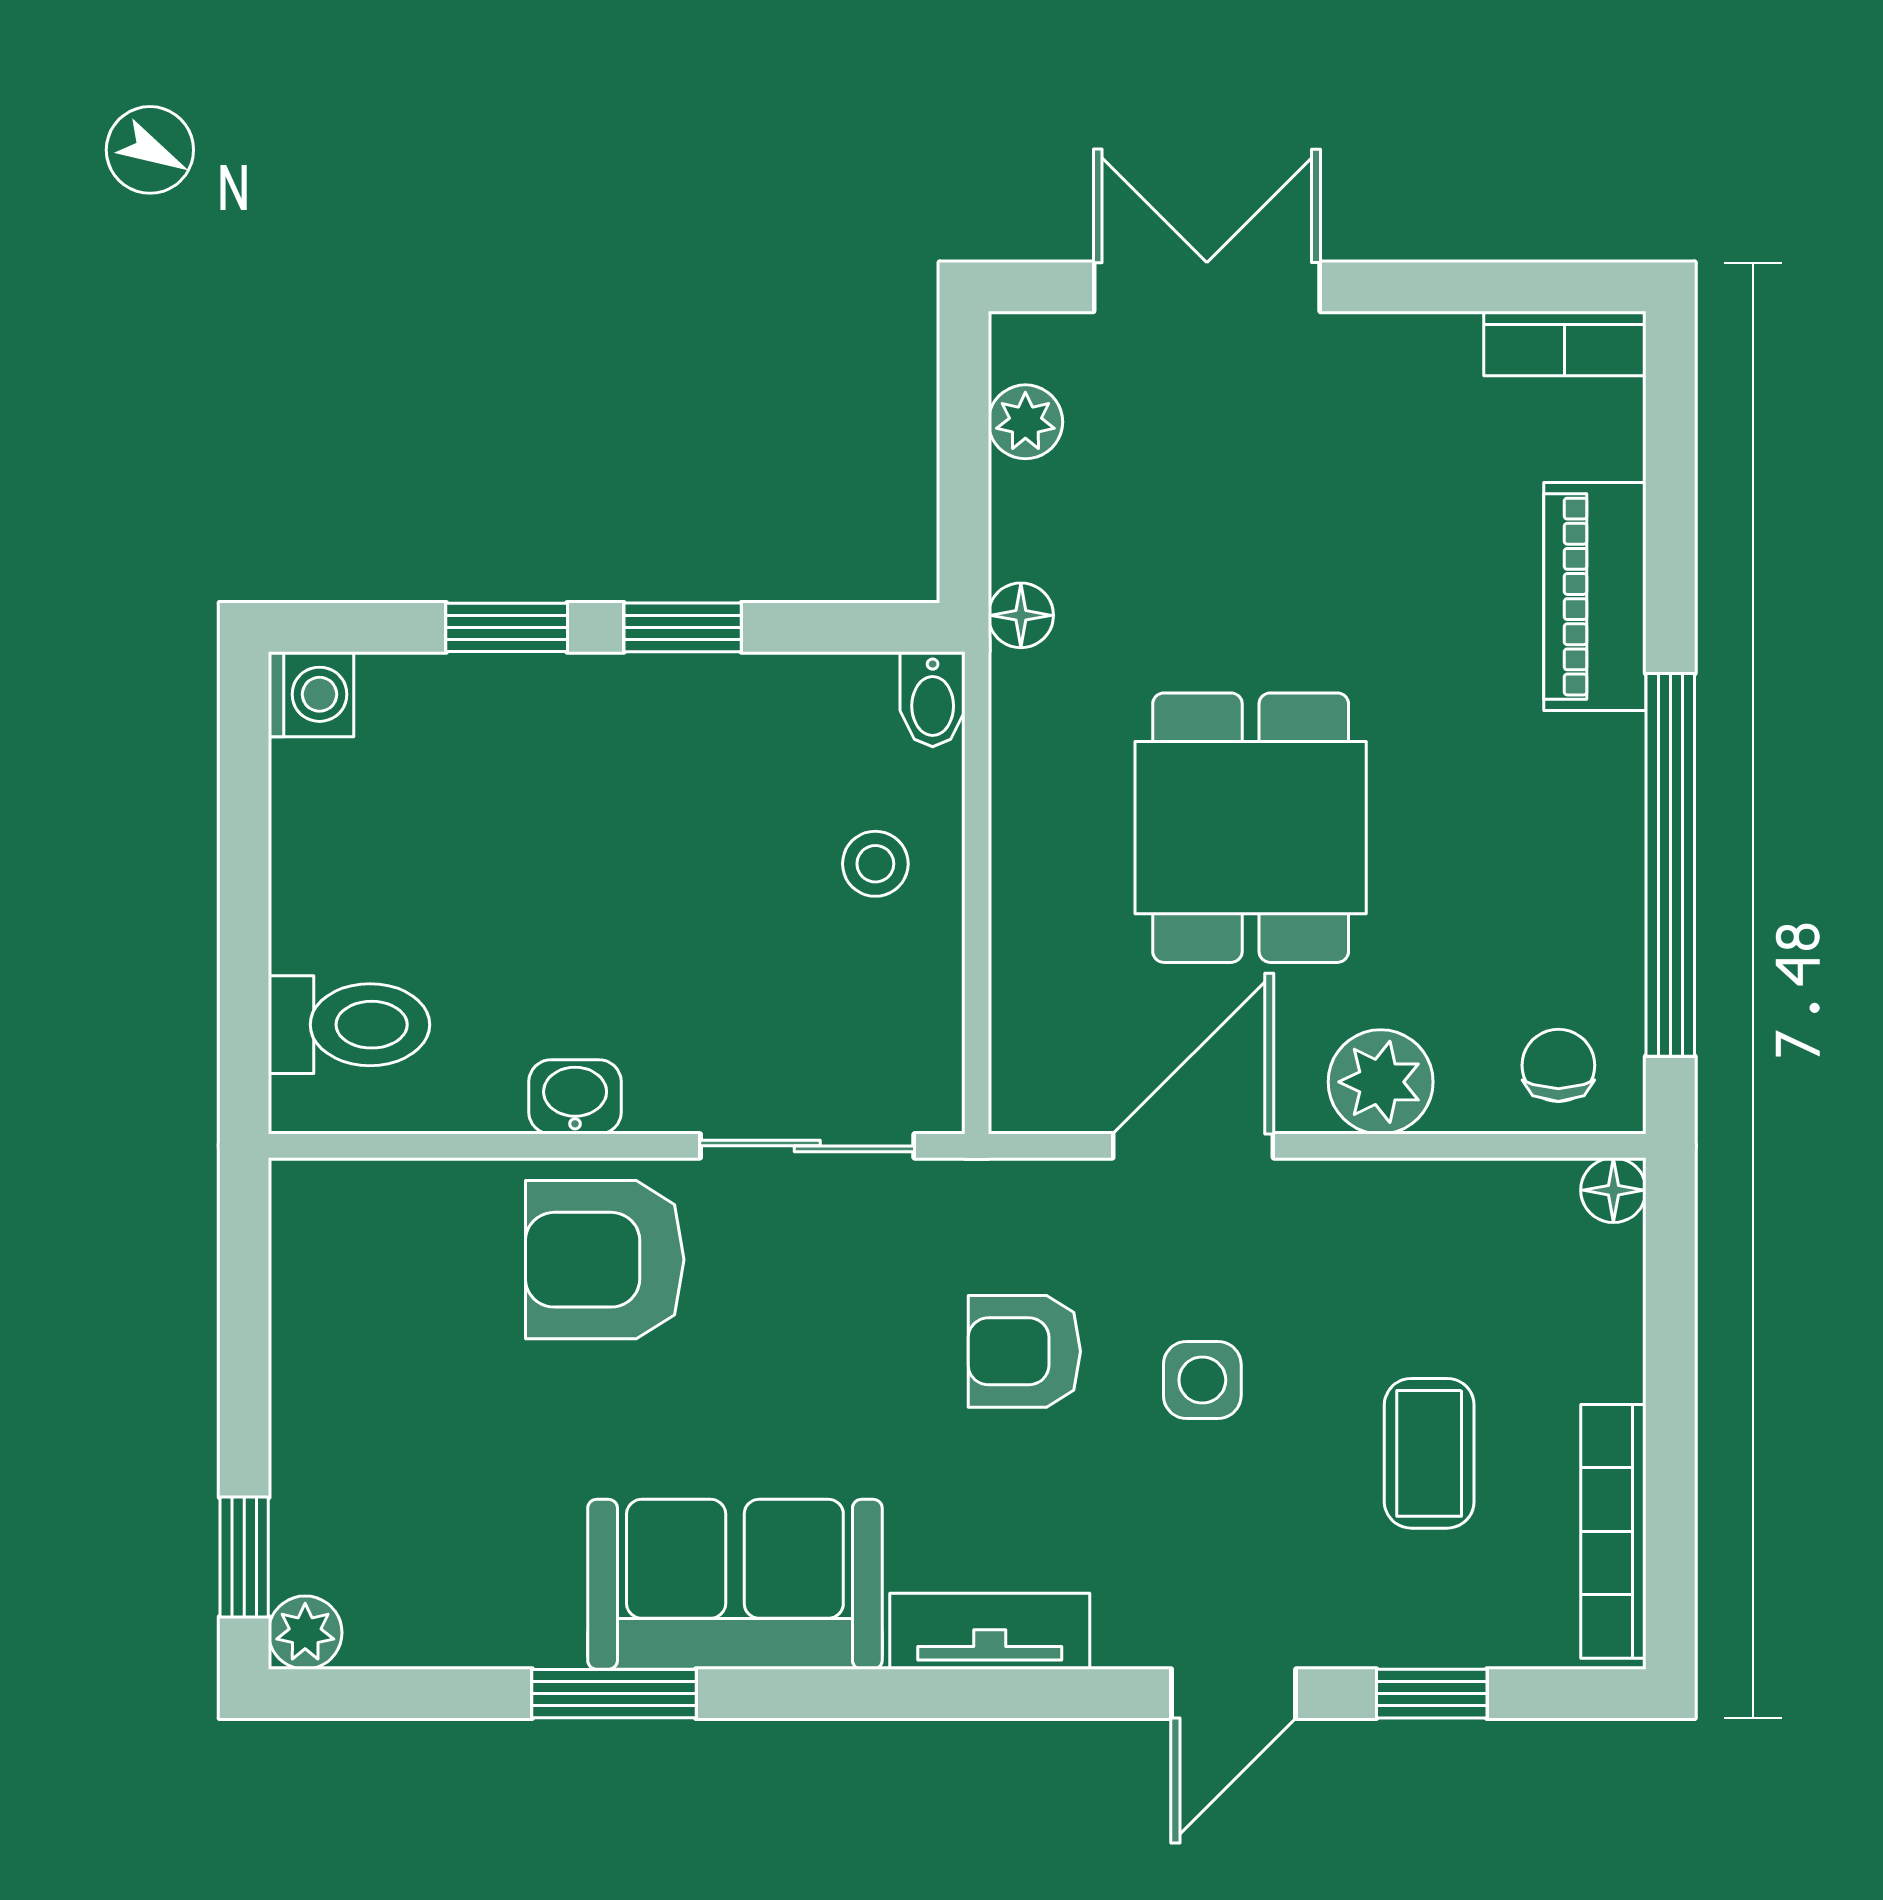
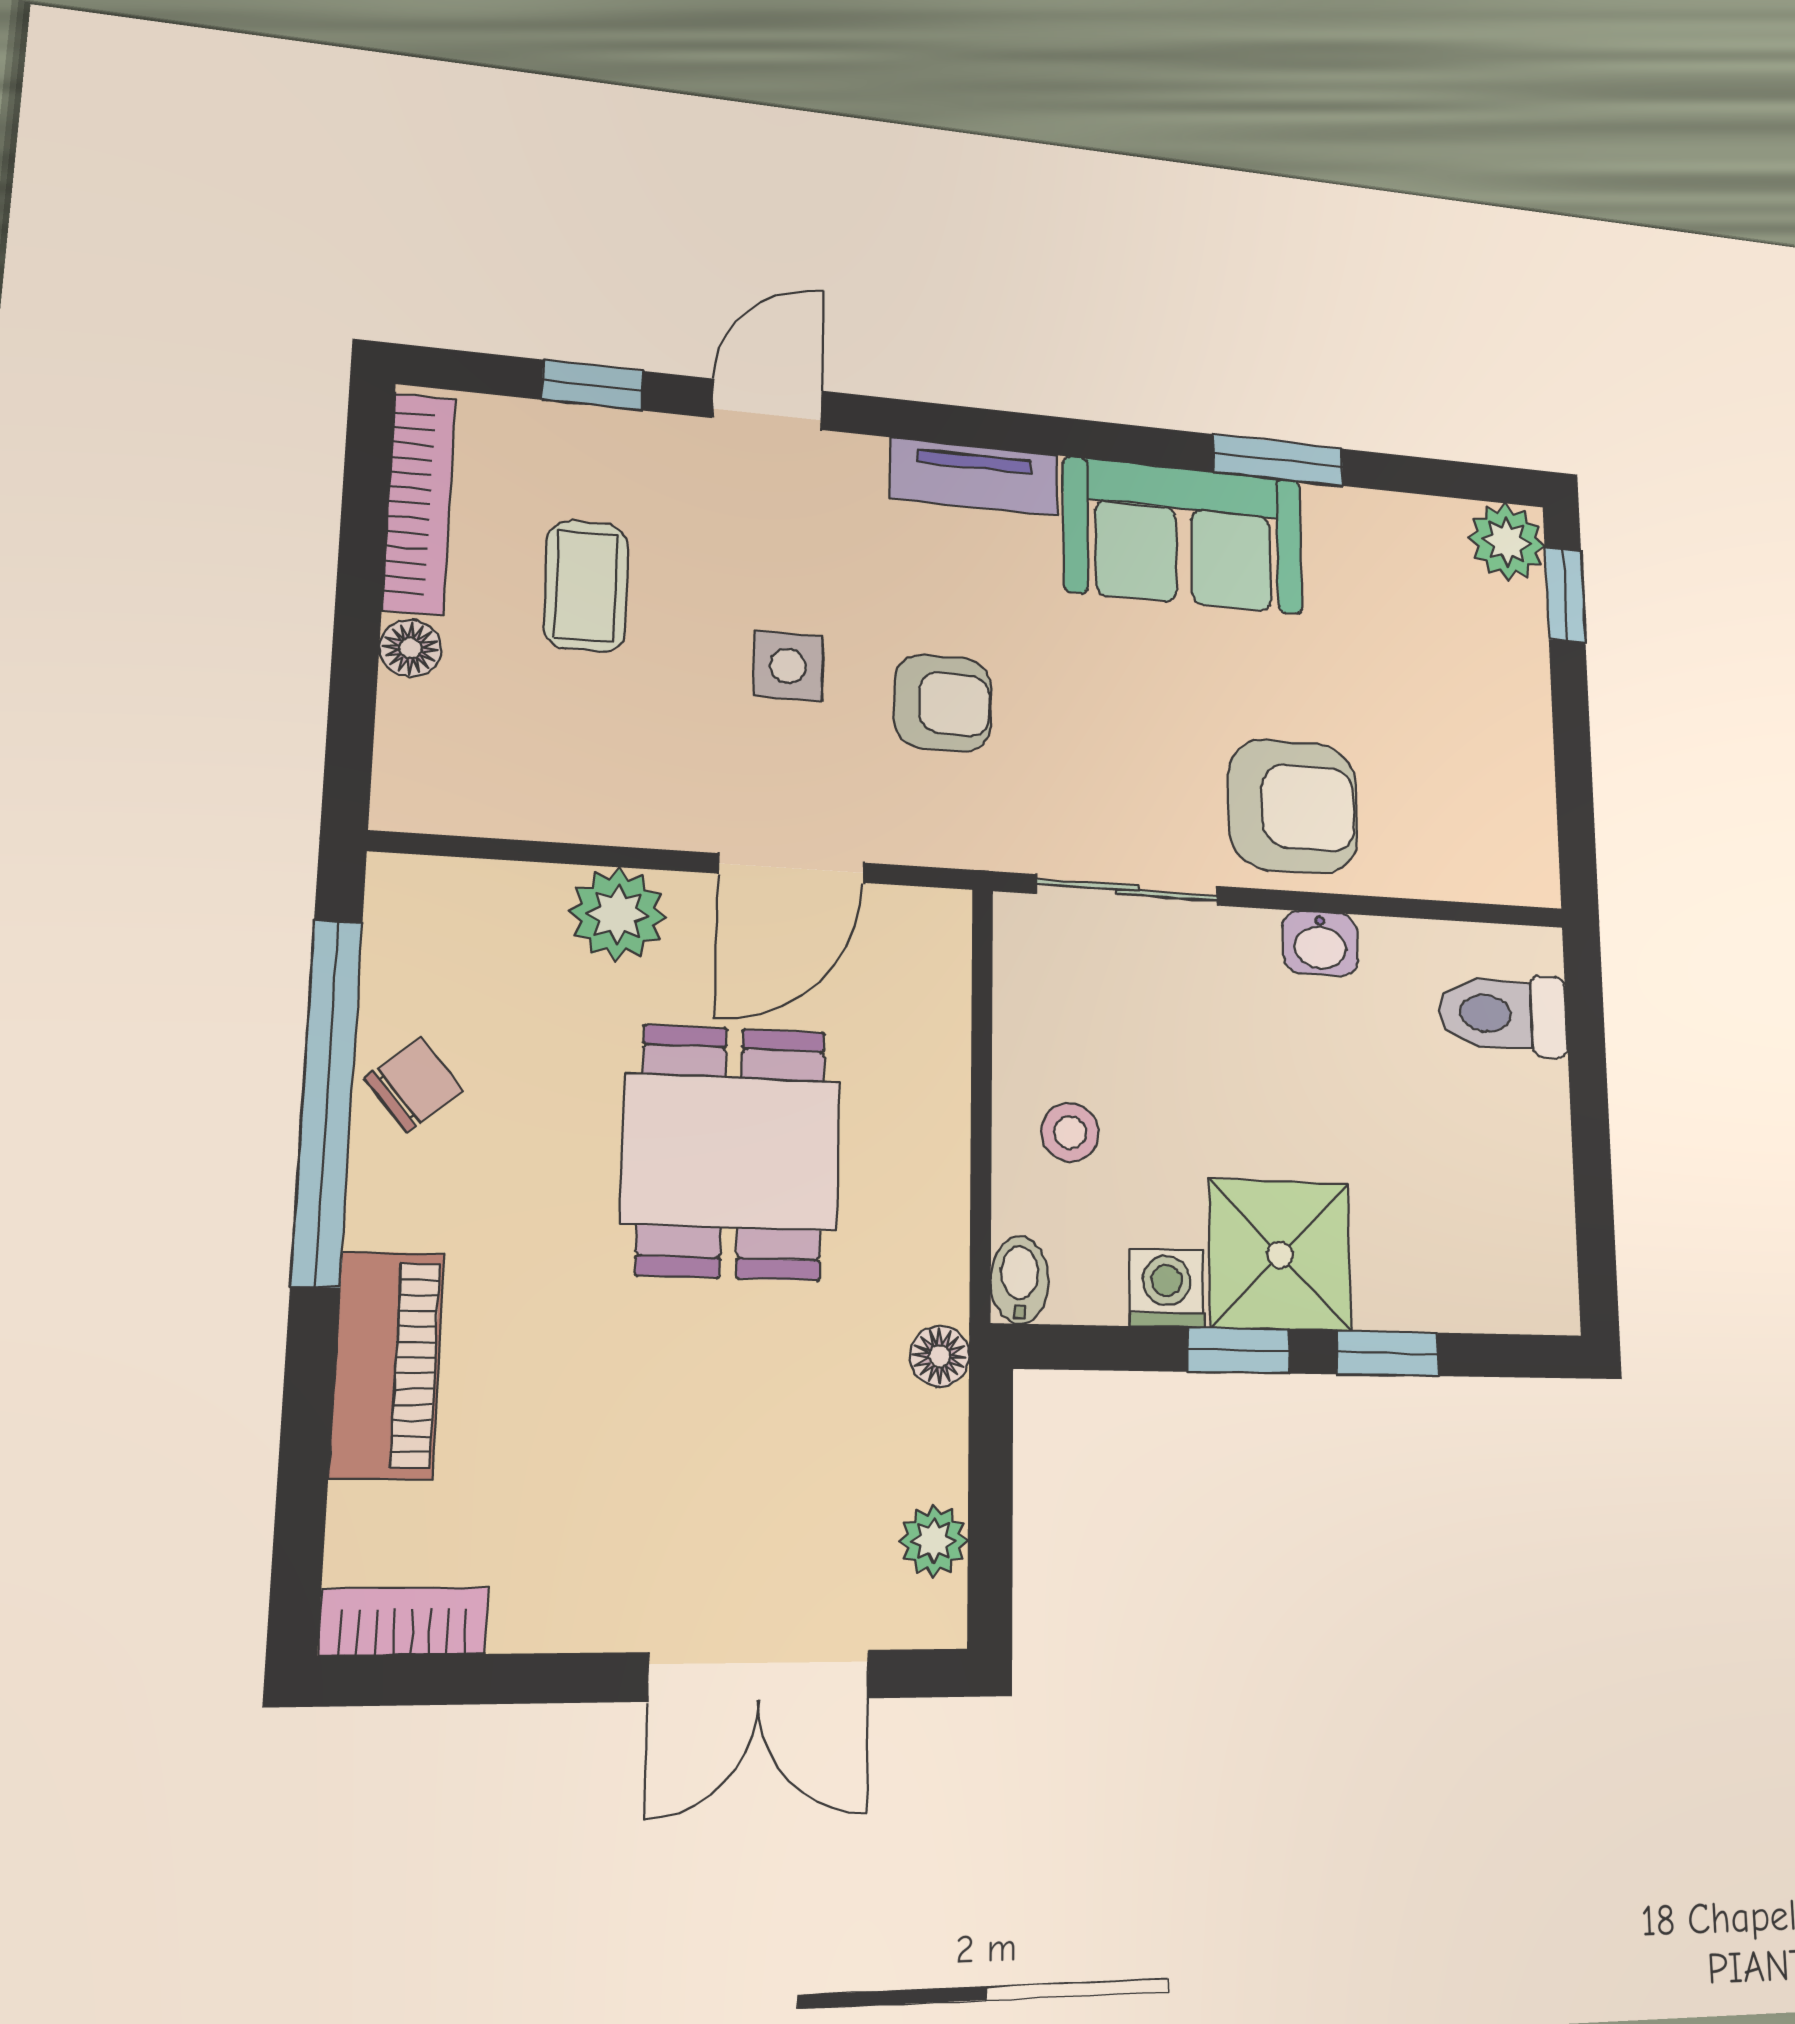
washing machine: (311, 694) -> (1167, 1288), moved, turned 90
shower: (632, 735) -> (1280, 1255), added
chair: (1558, 1065) -> (414, 1085), moved, turned -130
floor lamp: (1613, 1190) -> (410, 648), moved
plant: (305, 1633) -> (1507, 542), width x1.38, depth x1.38

